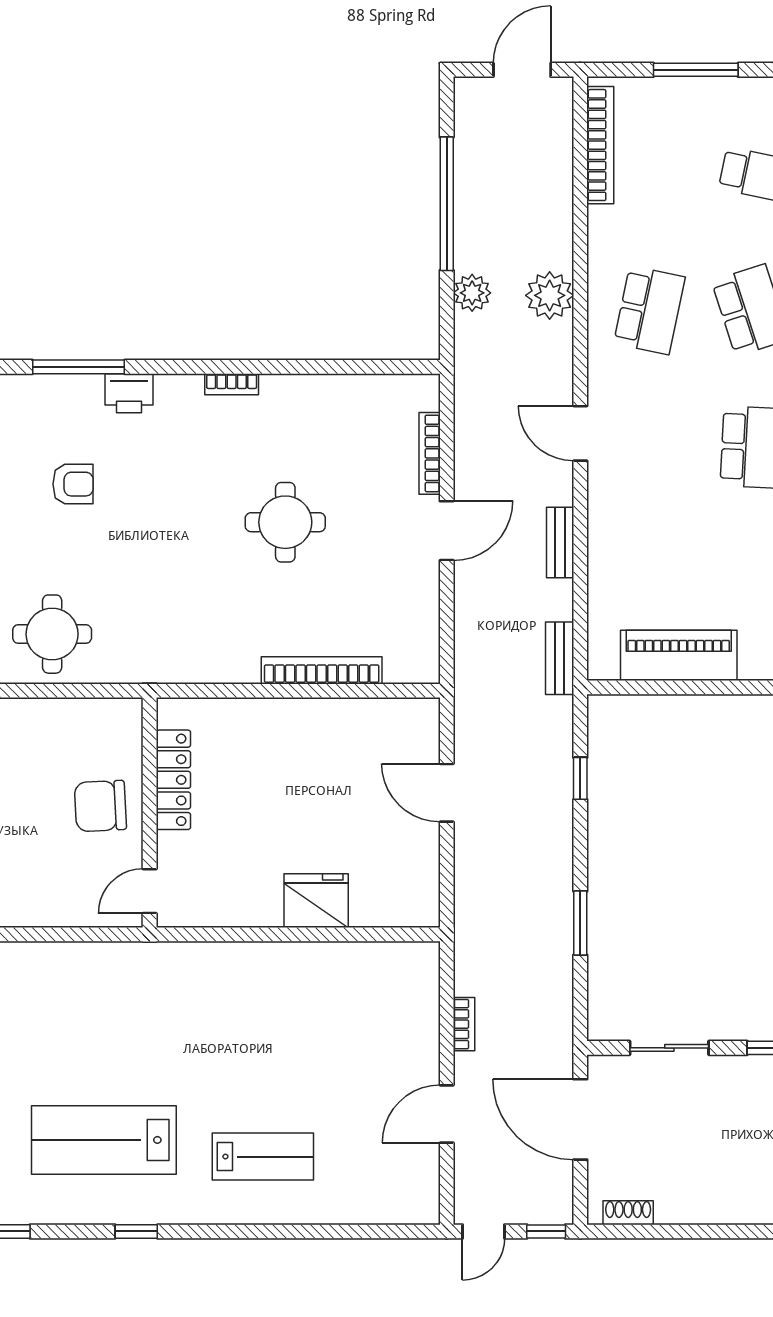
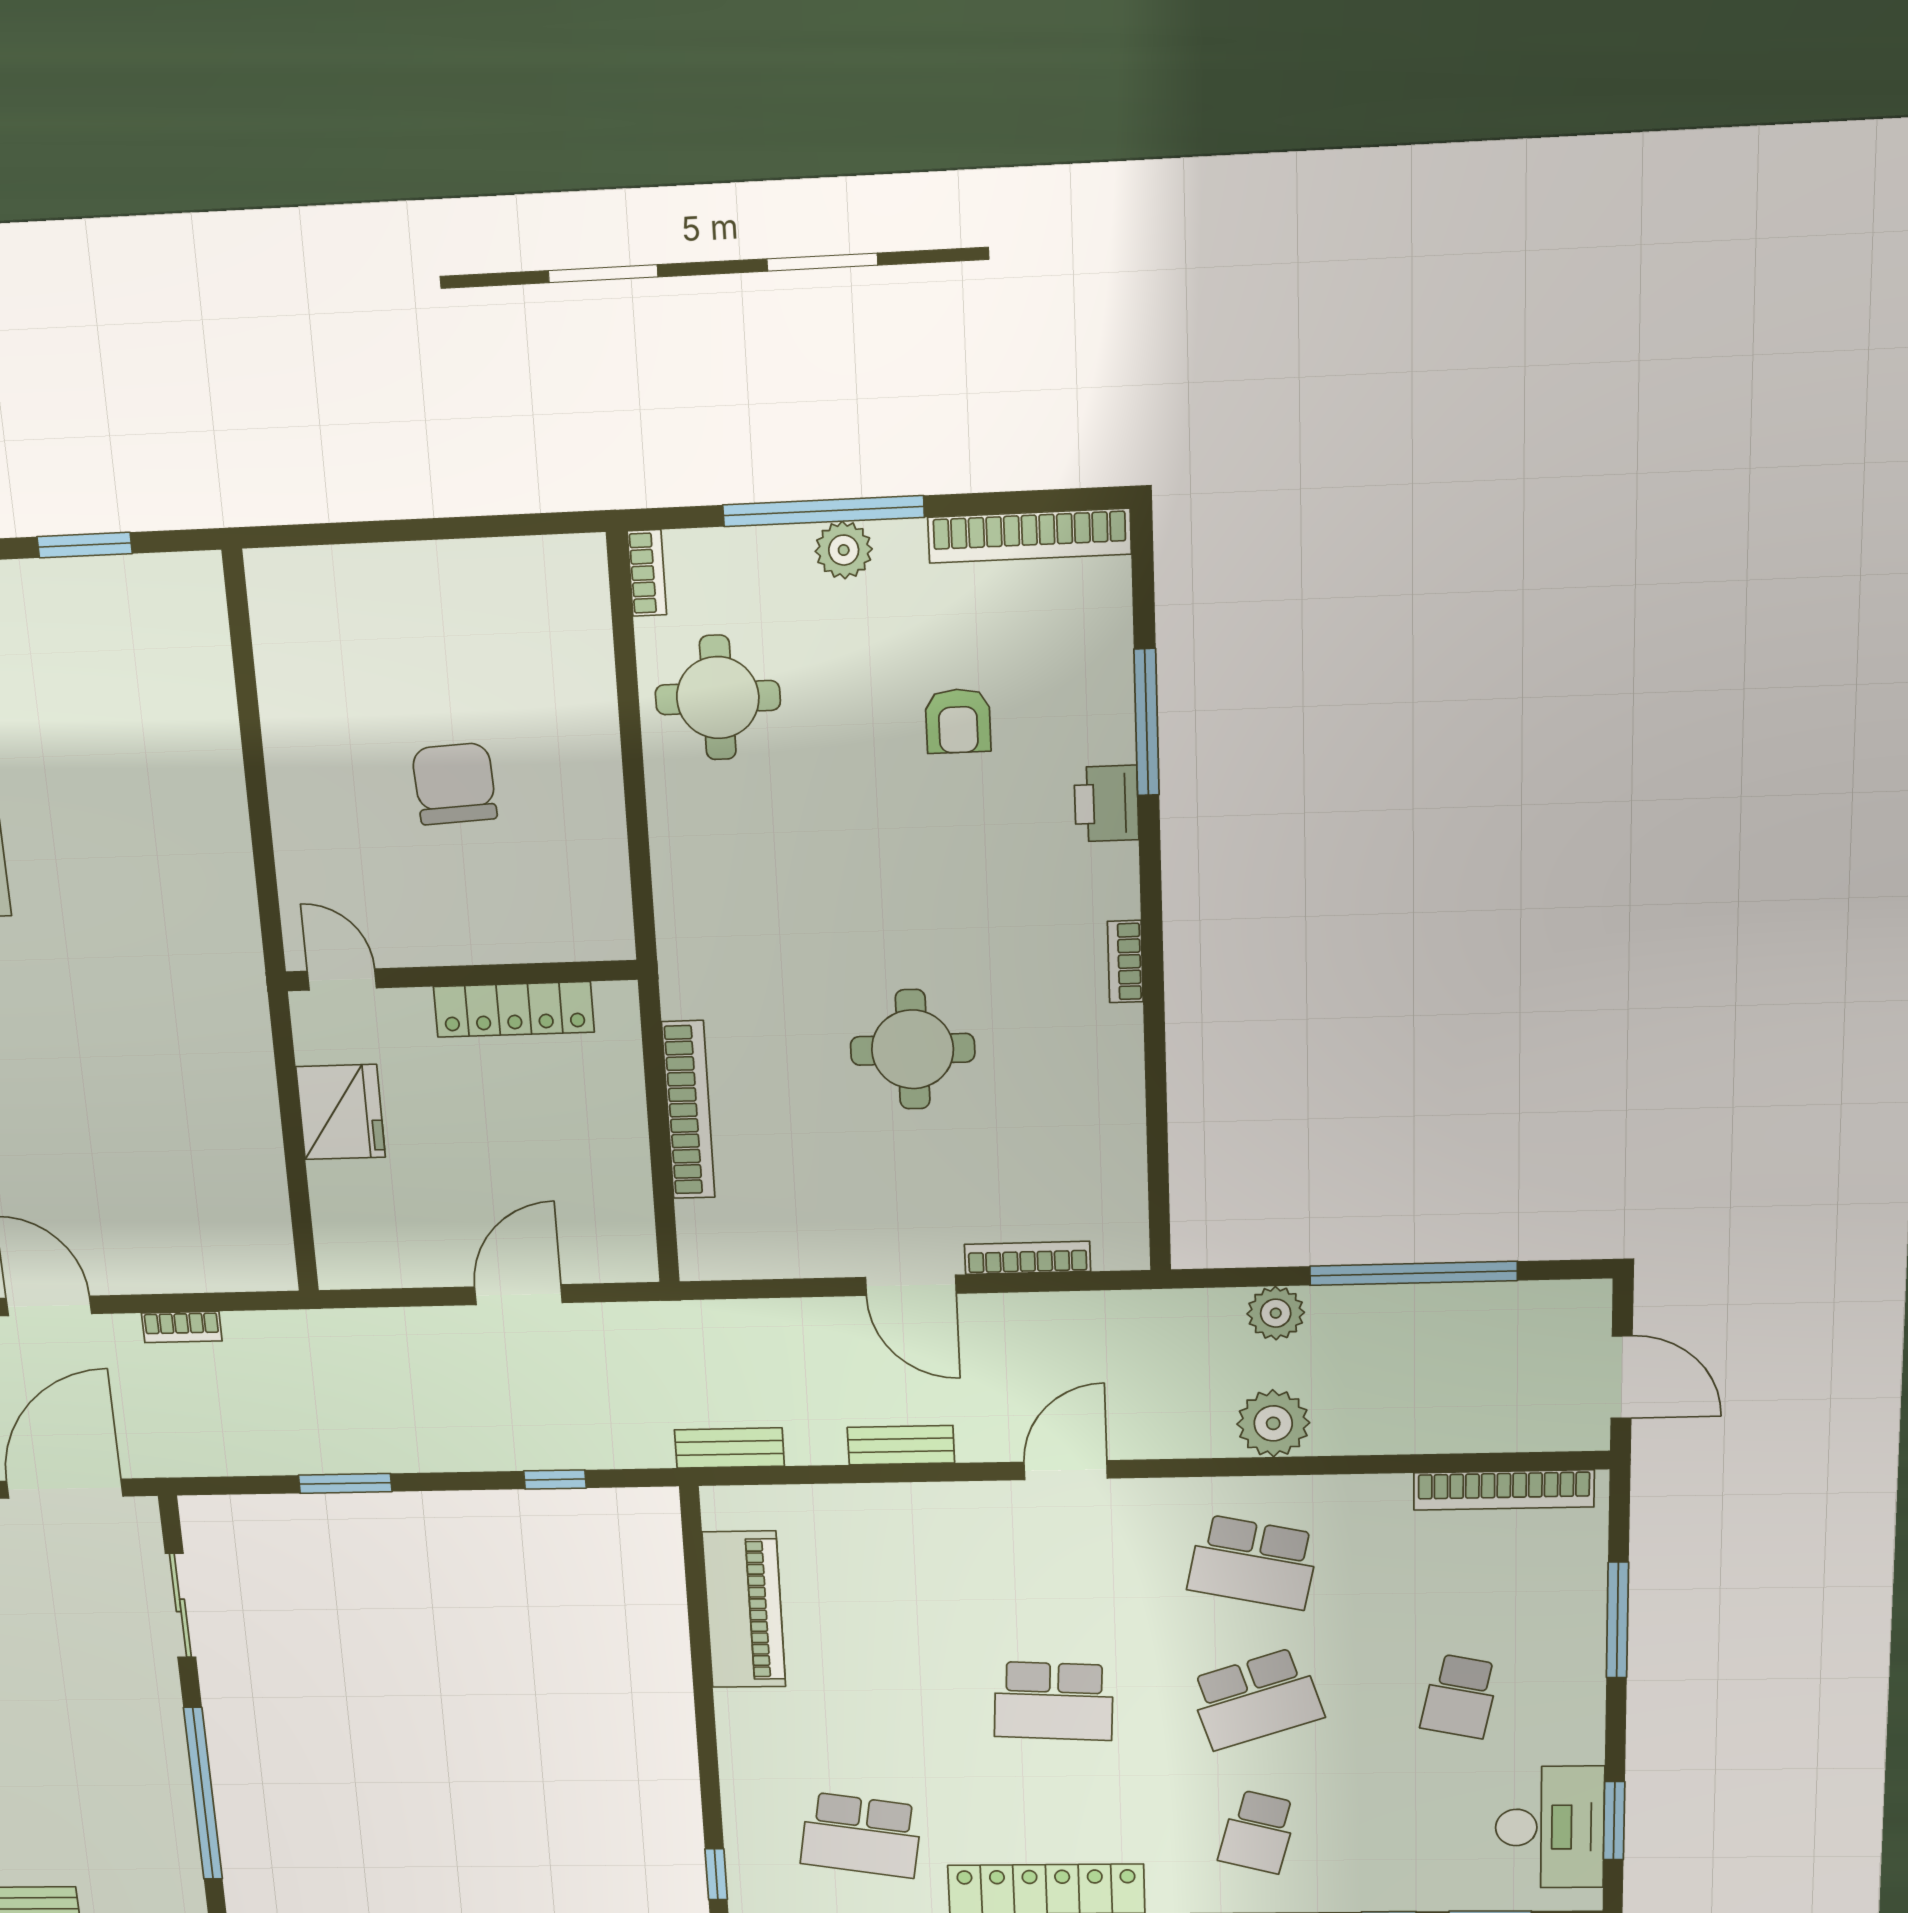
locker: (173, 780) -> (514, 1009), moved
wall: (150, 813) -> (461, 976), moved
door: (150, 891) -> (342, 980), moved

